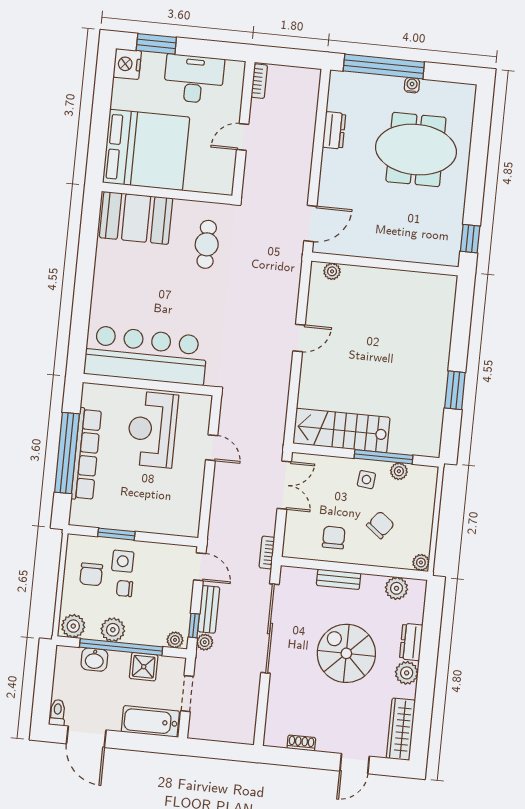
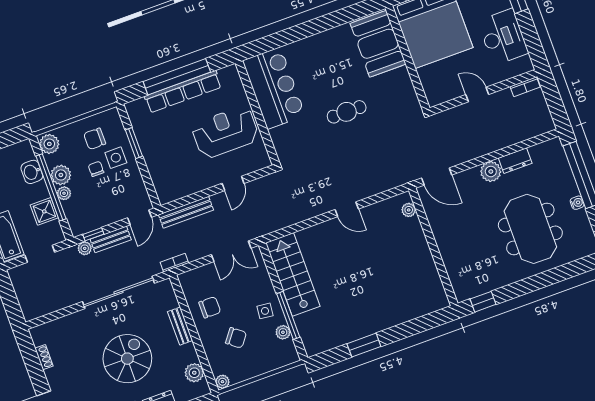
plant: (333, 162) -> (491, 172), added
cafe table: (207, 244) -> (347, 112), moved
bar counter: (146, 355) -> (274, 88), width x0.73
bench: (218, 514) -> (186, 212), added
plant: (175, 640) -> (64, 193), moved

